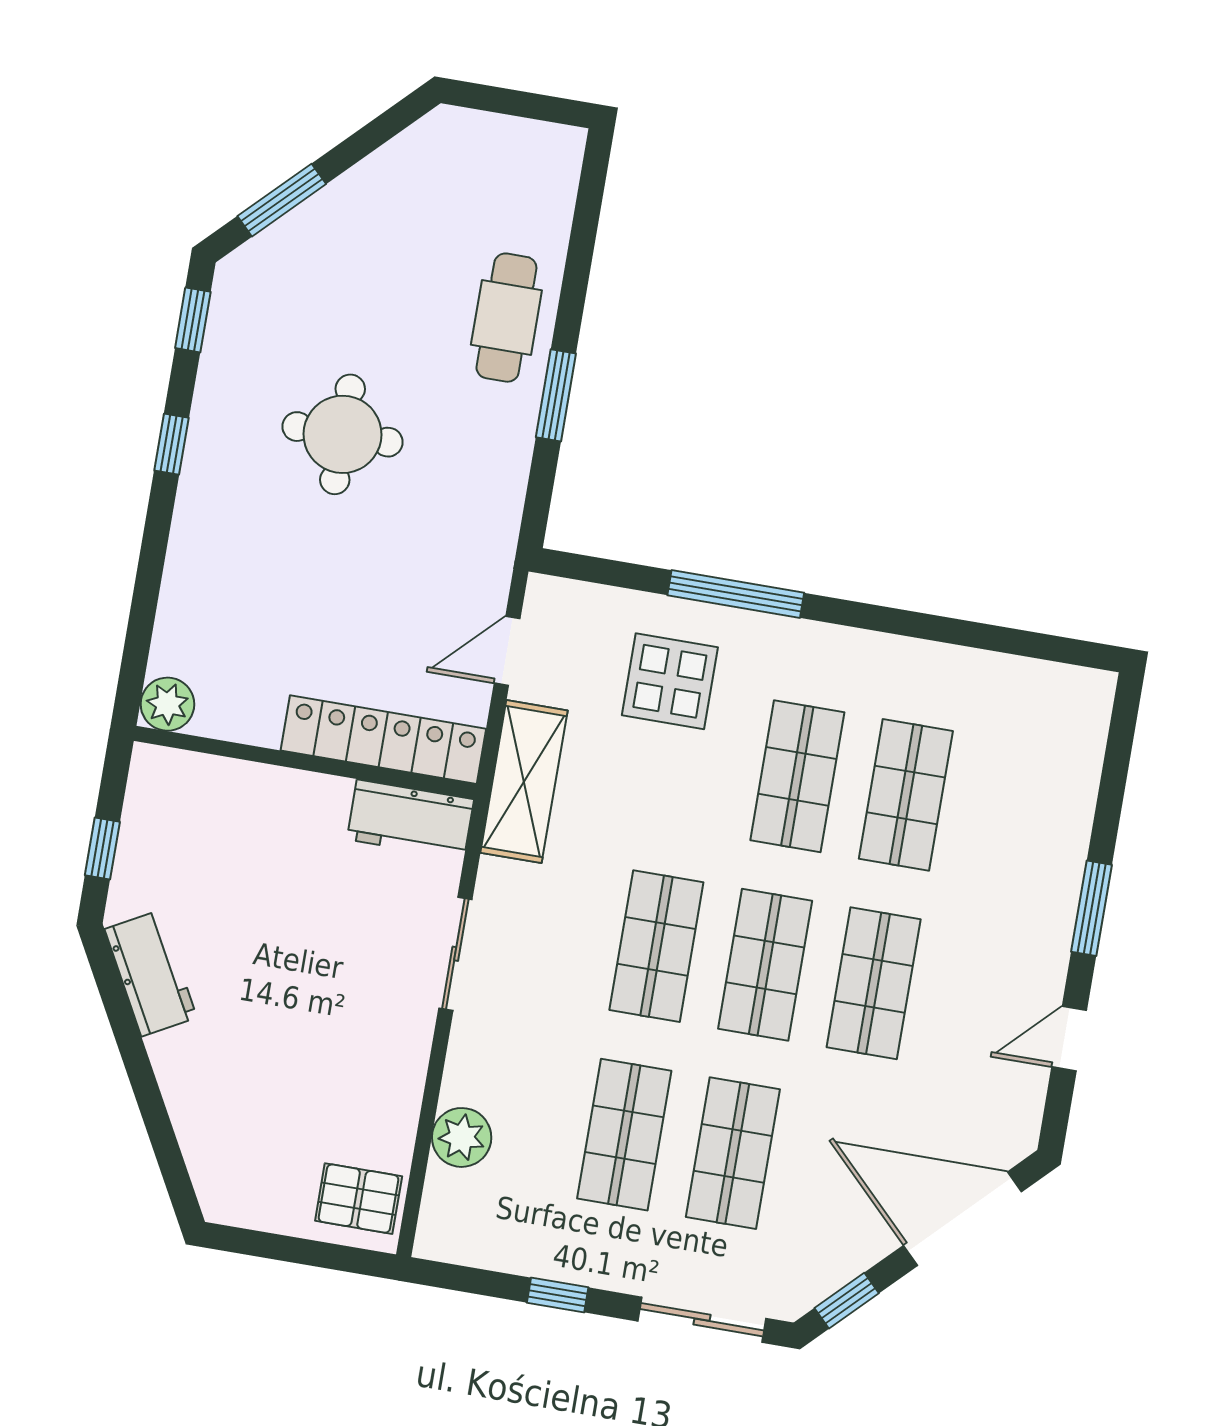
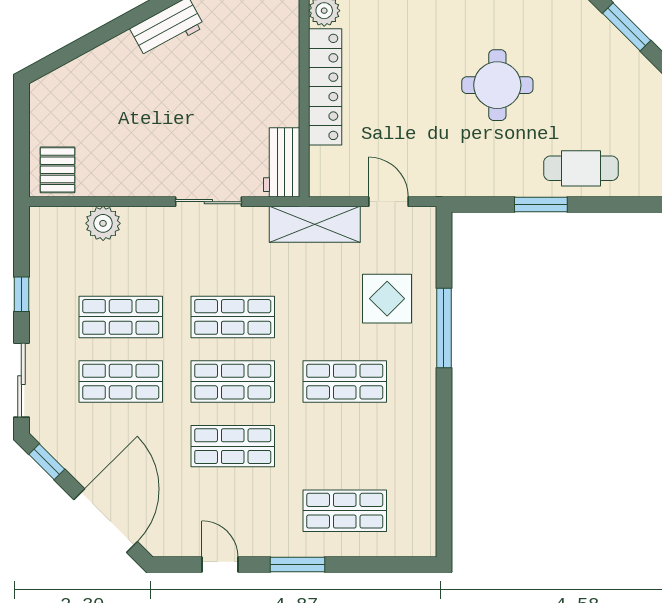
locker: (383, 740) -> (325, 87), moved
shop shelf: (906, 795) -> (345, 511), moved

